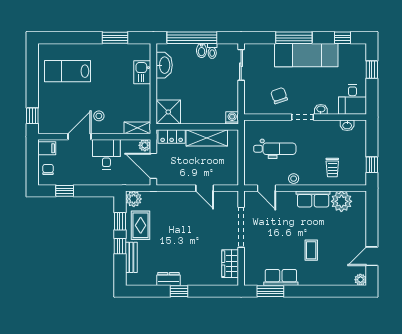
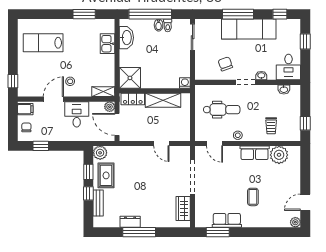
window: (179, 291) -> (139, 232), width x2.17

